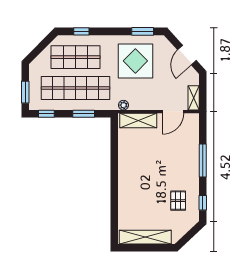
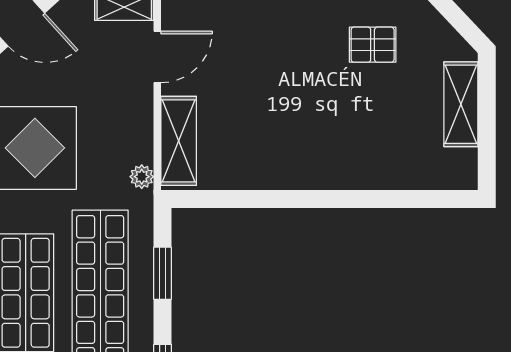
door: (173, 112) -> (157, 57), hinge flipped
shelving: (145, 237) -> (461, 104), width x0.68

